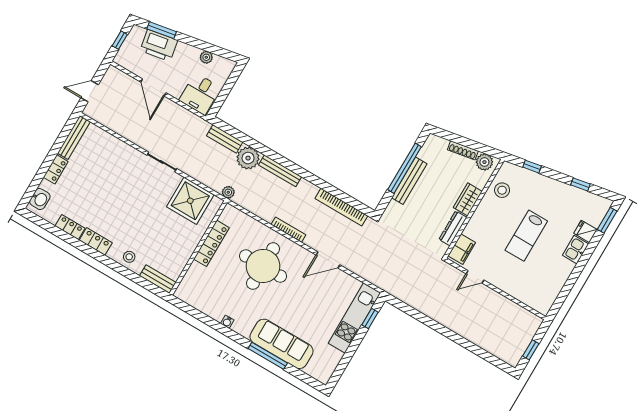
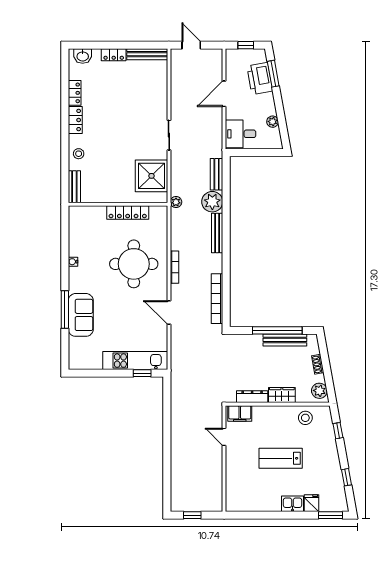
shoe rack: (463, 150) -> (318, 364), width x0.70
bench: (409, 181) -> (285, 340), moved
sofa: (282, 344) -> (81, 315), width x0.73

